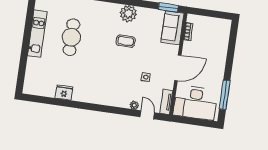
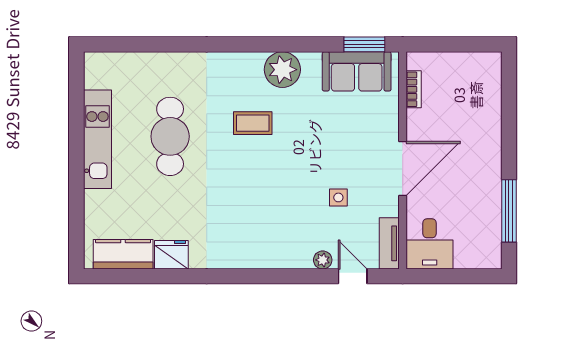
sofa: (172, 28) -> (357, 71), moved, turned -90
coffee table: (126, 41) -> (253, 123), moved
kitchen counter: (41, 89) -> (123, 254), added
desk: (195, 103) -> (430, 244), width x0.53, depth x0.77

